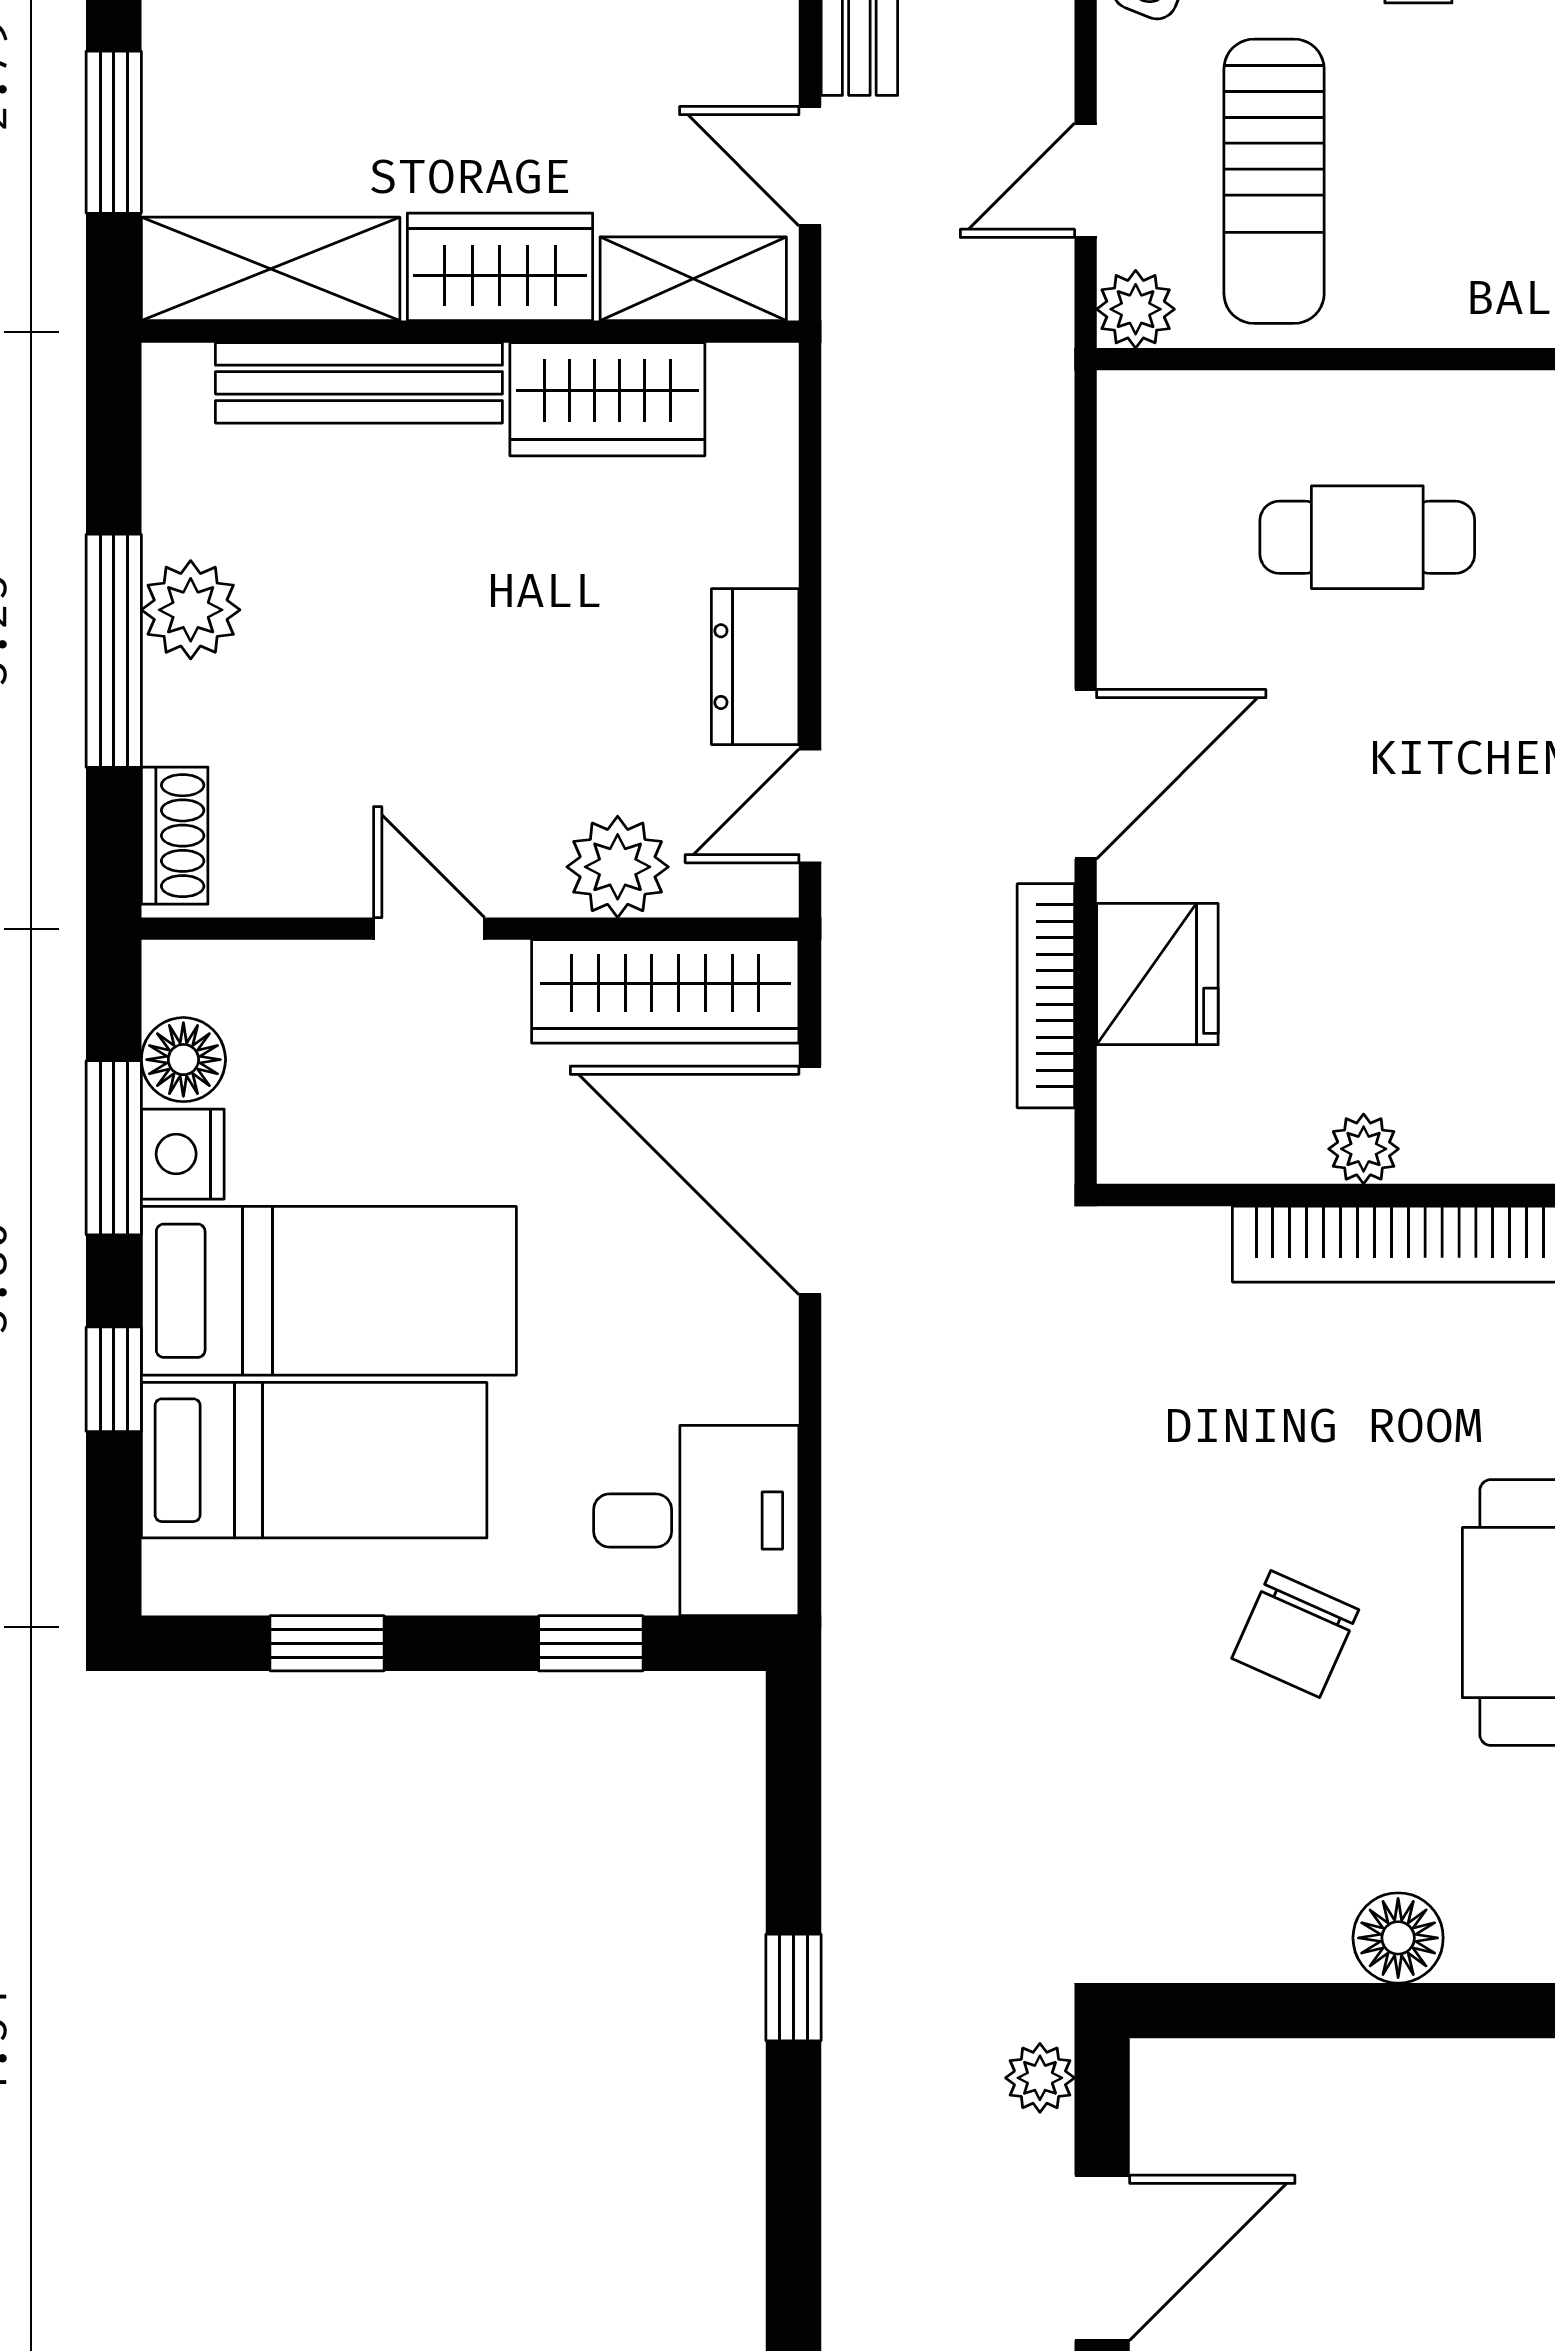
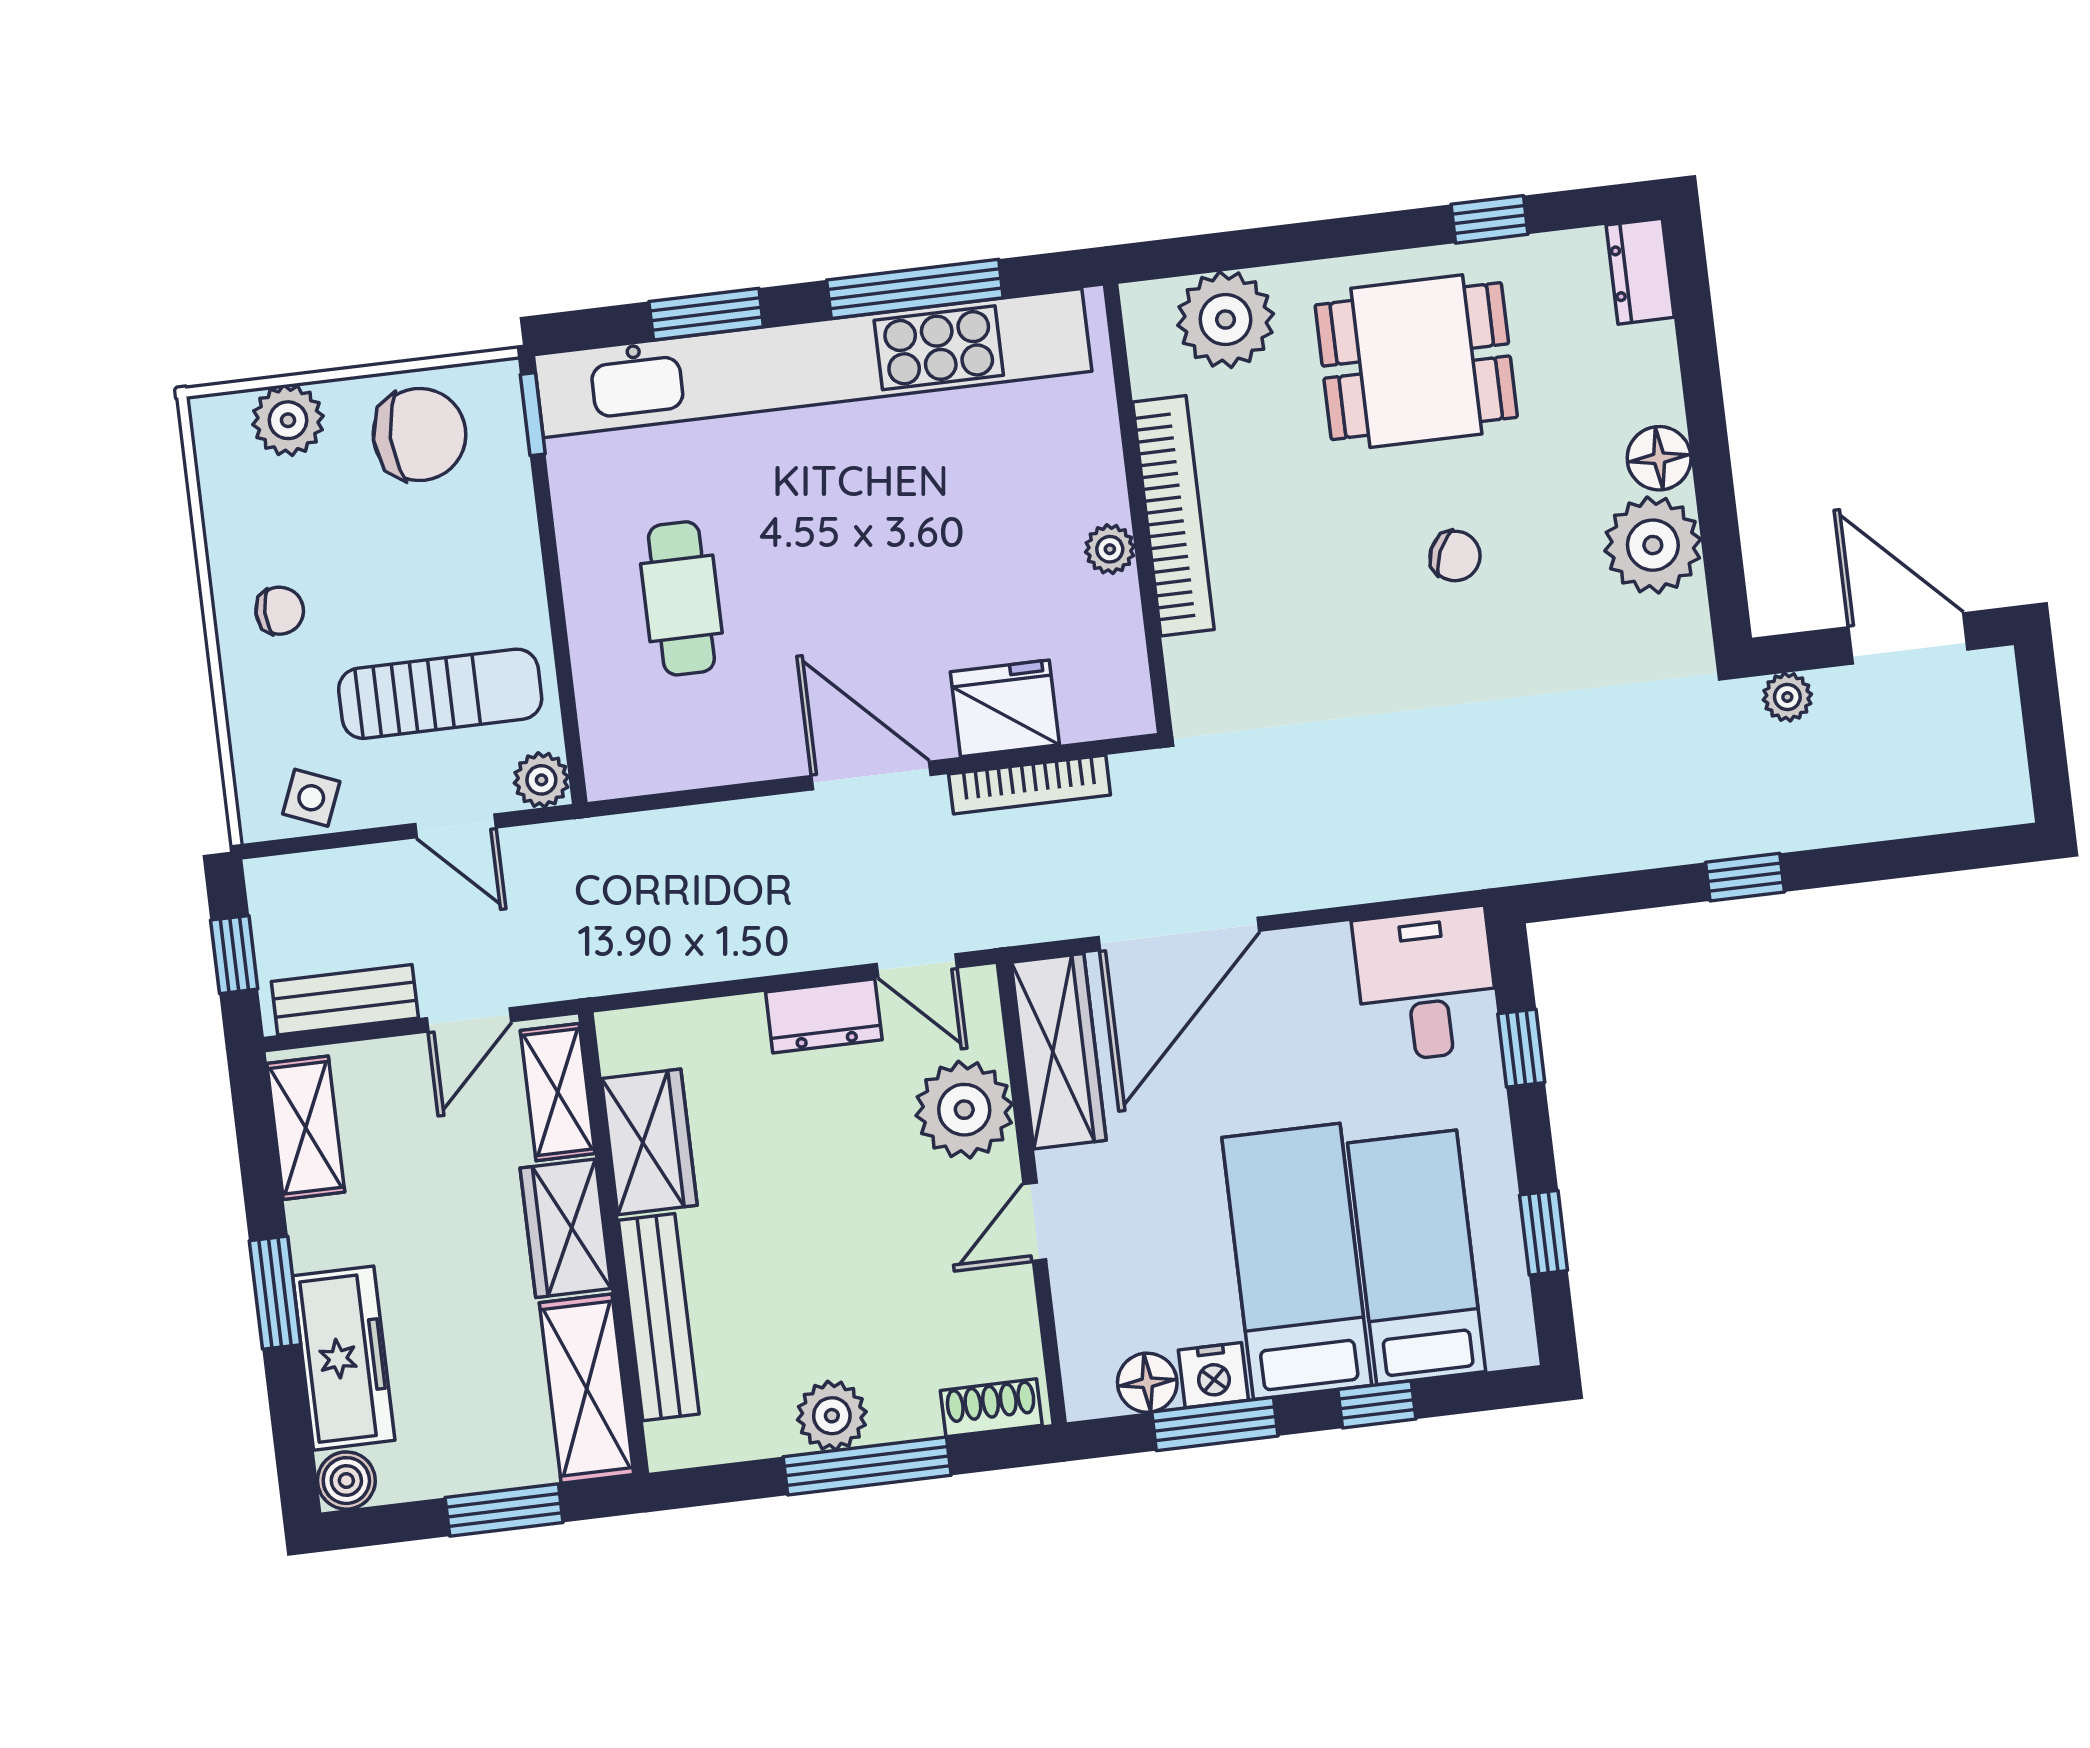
plant: (618, 867) -> (964, 1110), width x1.36, depth x1.36
chair: (1295, 1634) -> (1455, 556), width x0.73, depth x0.73
plant: (1277, 1914) -> (1653, 545), added

